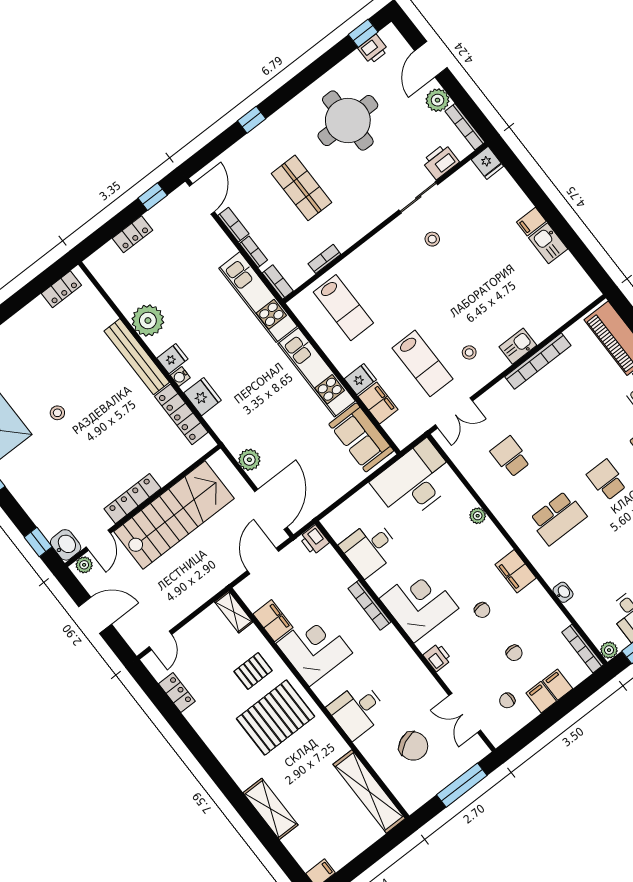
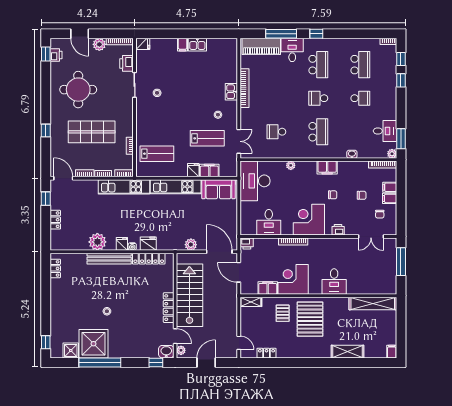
shop shelf: (301, 188) -> (92, 132), width x1.43, depth x1.36
chair: (413, 746) -> (368, 269), removed

